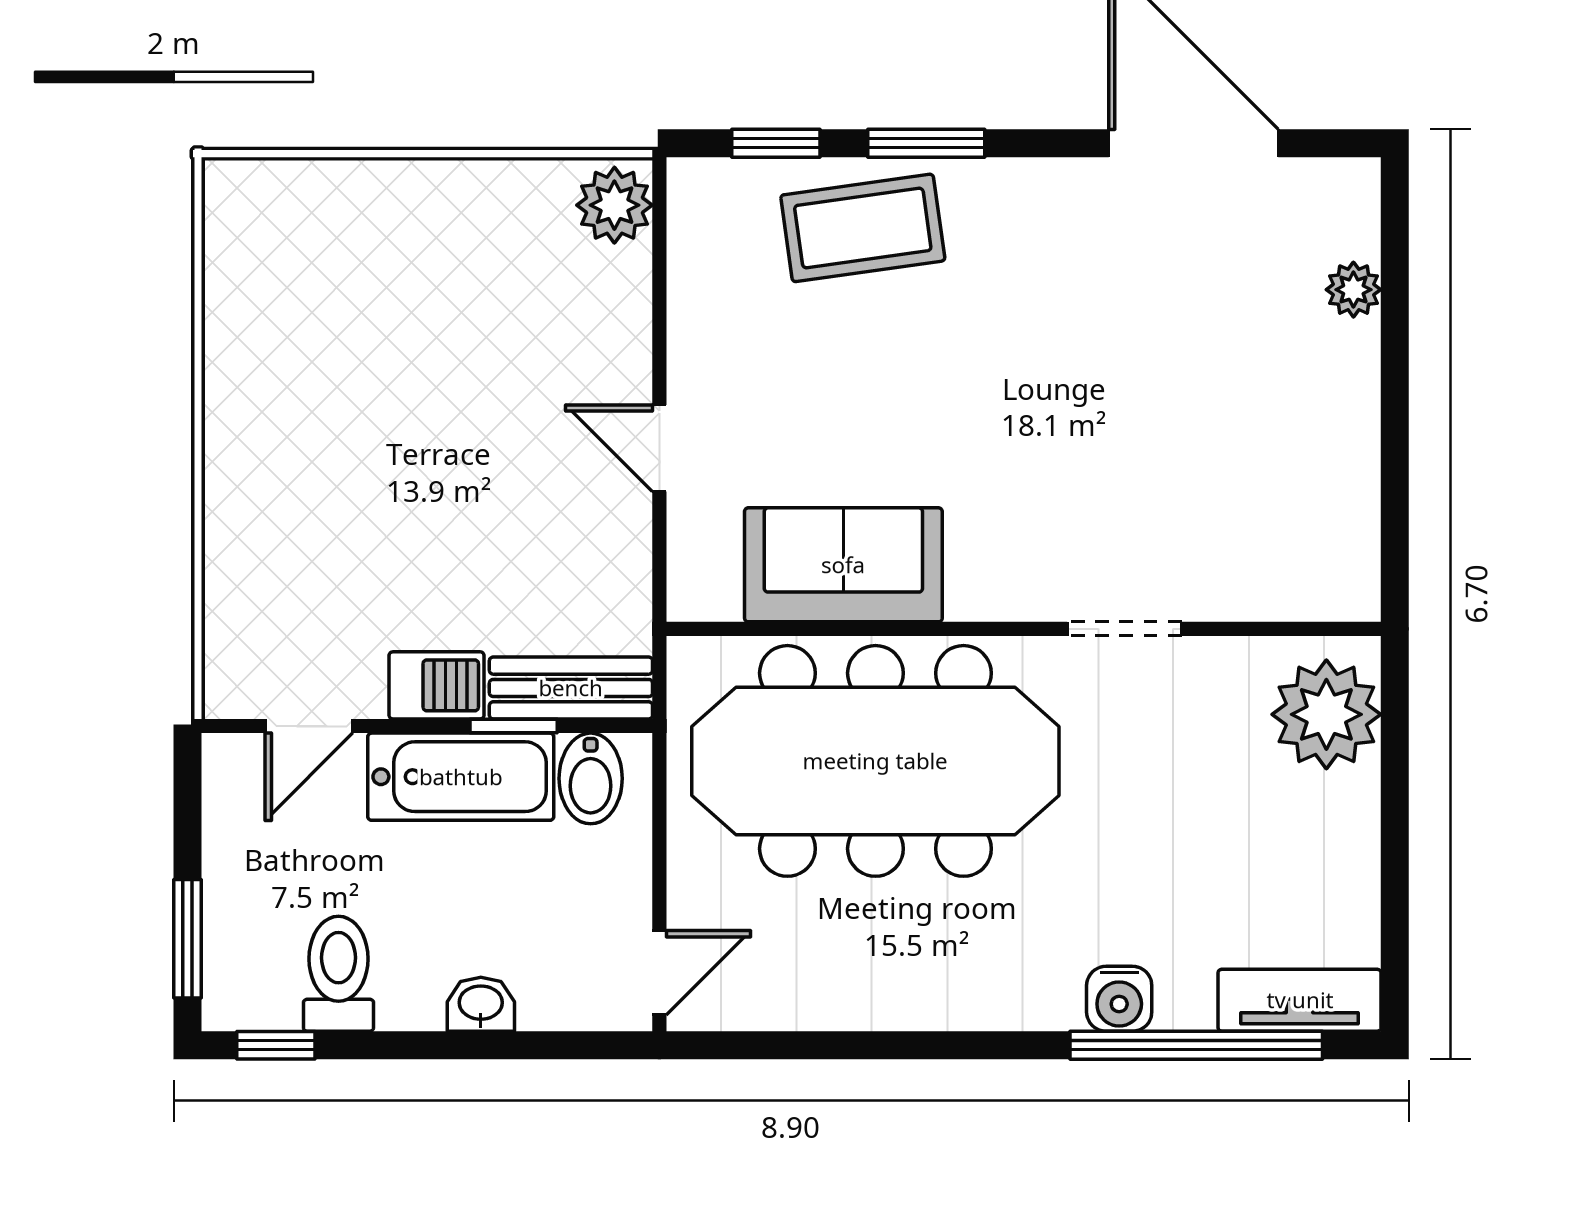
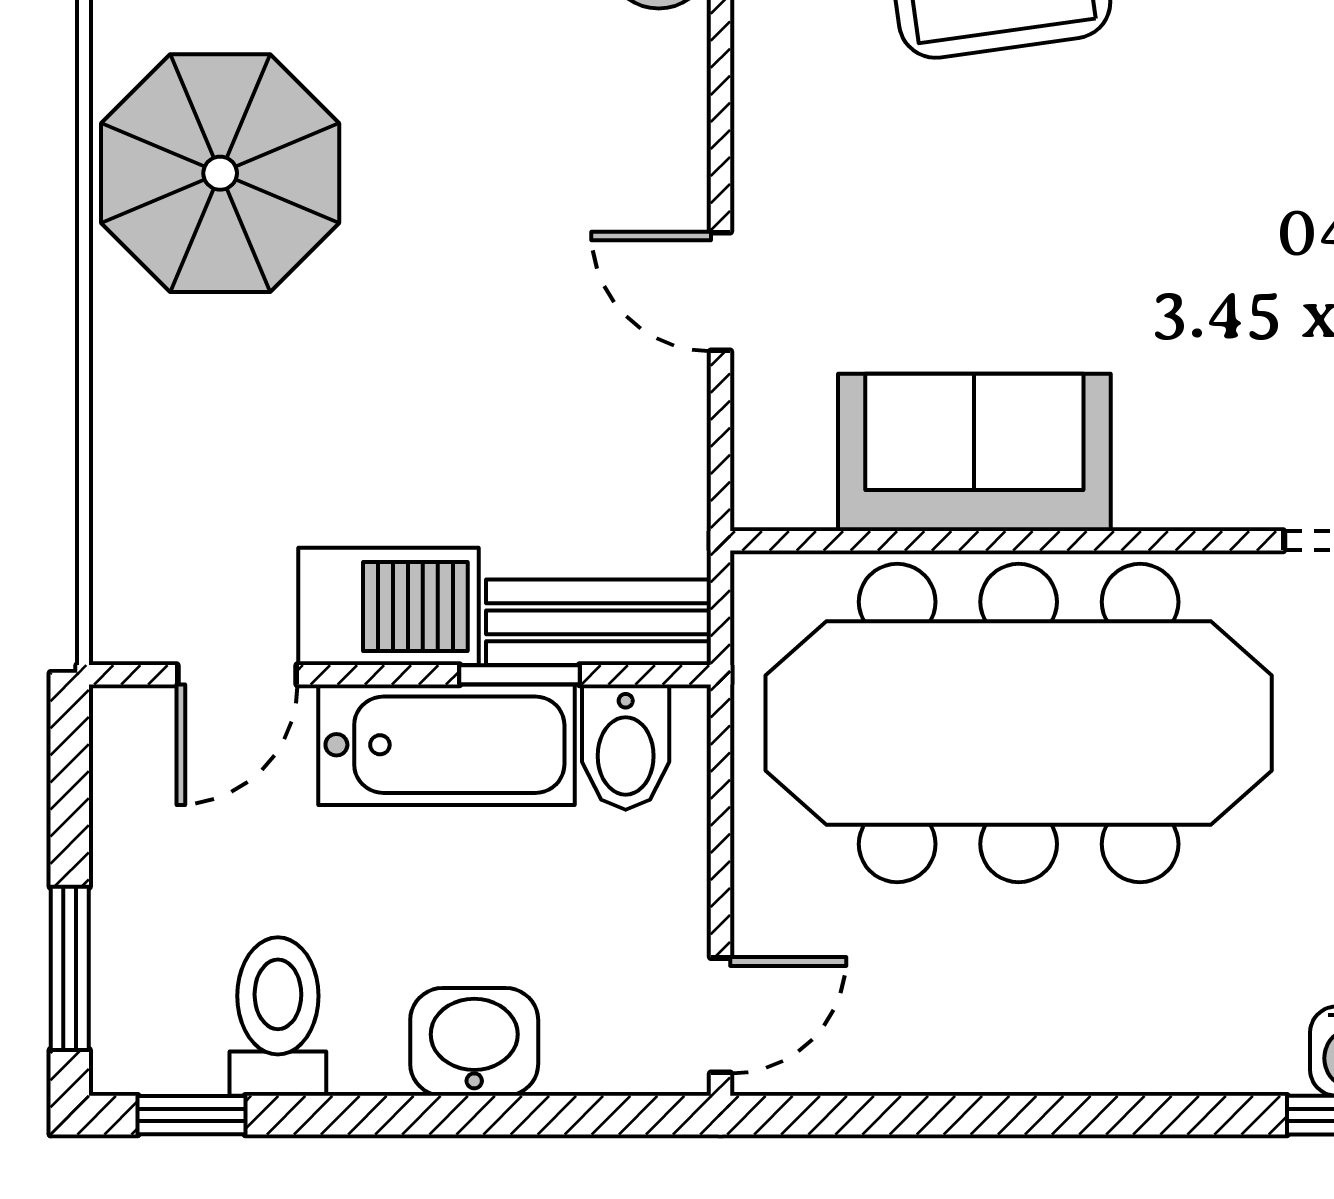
parasol: (297, 362) -> (220, 173), added
barbecue: (437, 685) -> (388, 606), width x1.38, depth x1.27
washbasin: (481, 1004) -> (474, 1042), width x1.38, depth x1.45

